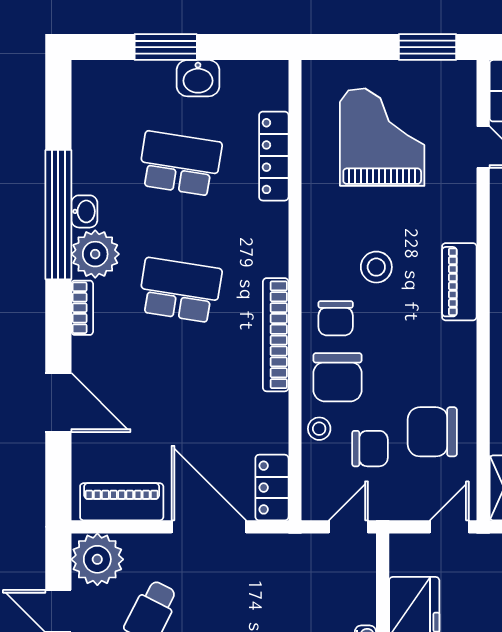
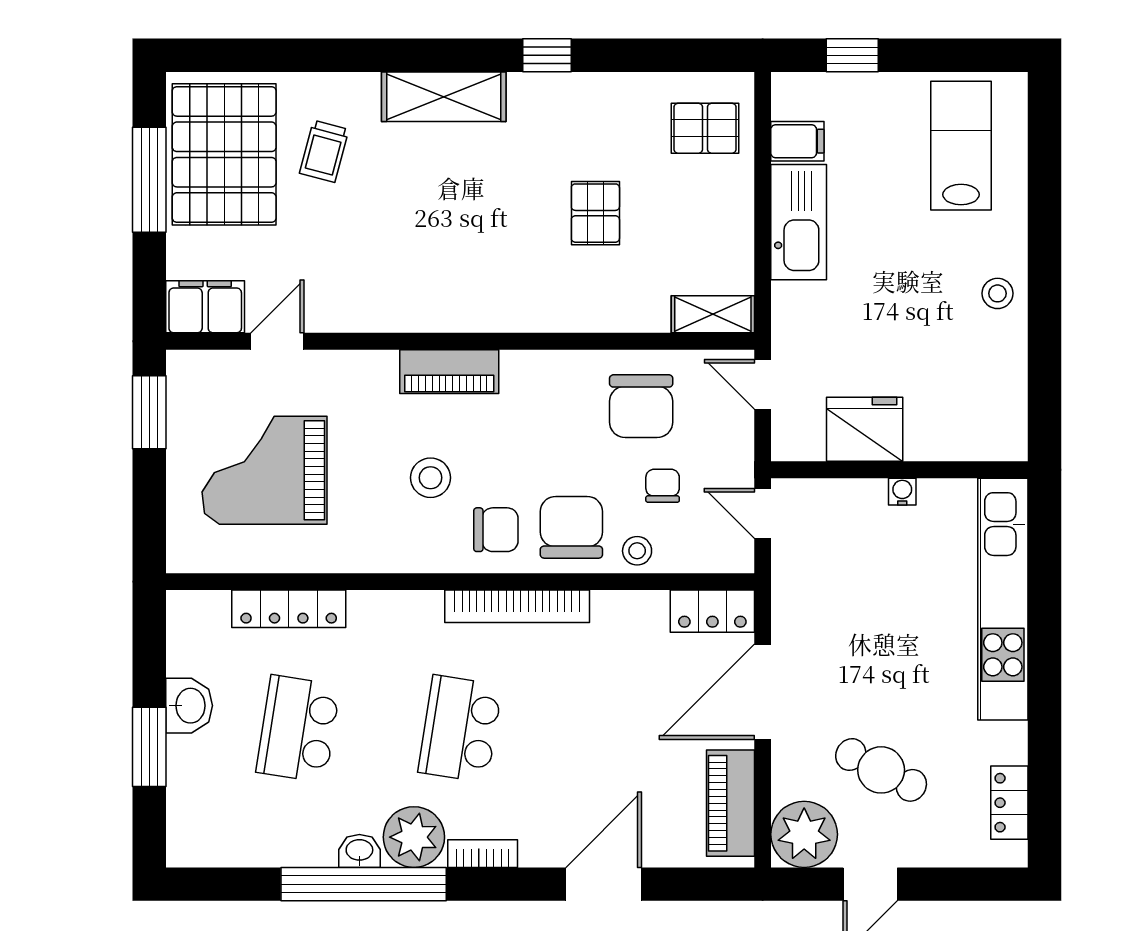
chair: (338, 377) -> (571, 527), turned -90
chair: (370, 449) -> (663, 486), width x0.73, depth x0.73

